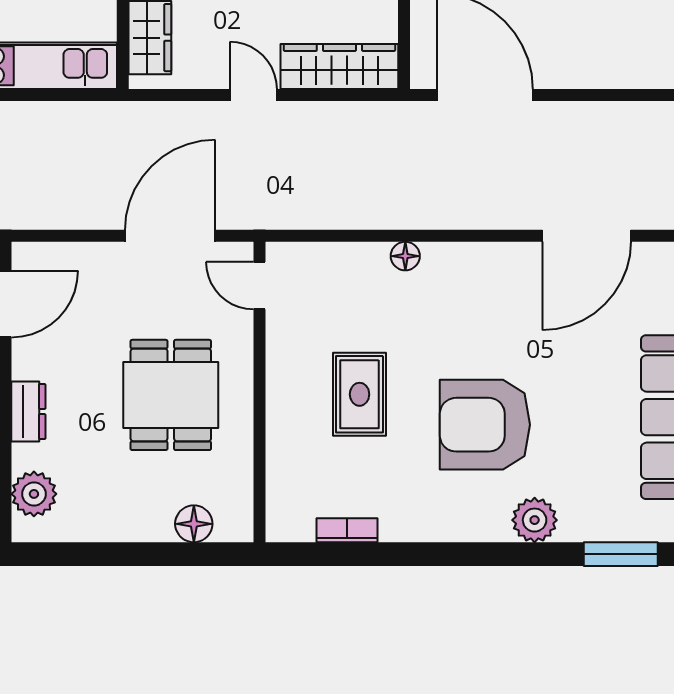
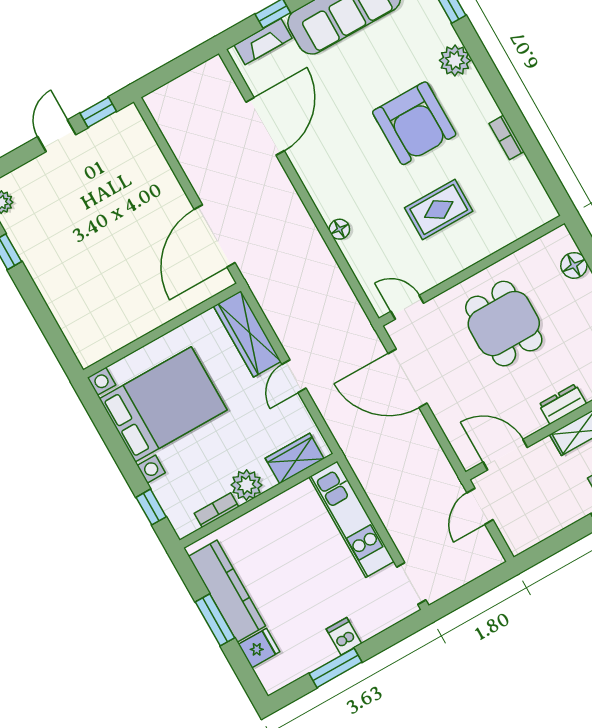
door: (587, 236) -> (265, 126), hinge flipped
door: (260, 286) -> (407, 307), swing flipped
dining table: (171, 395) -> (504, 324), turned 90
bookcase: (347, 530) -> (507, 137), moved

